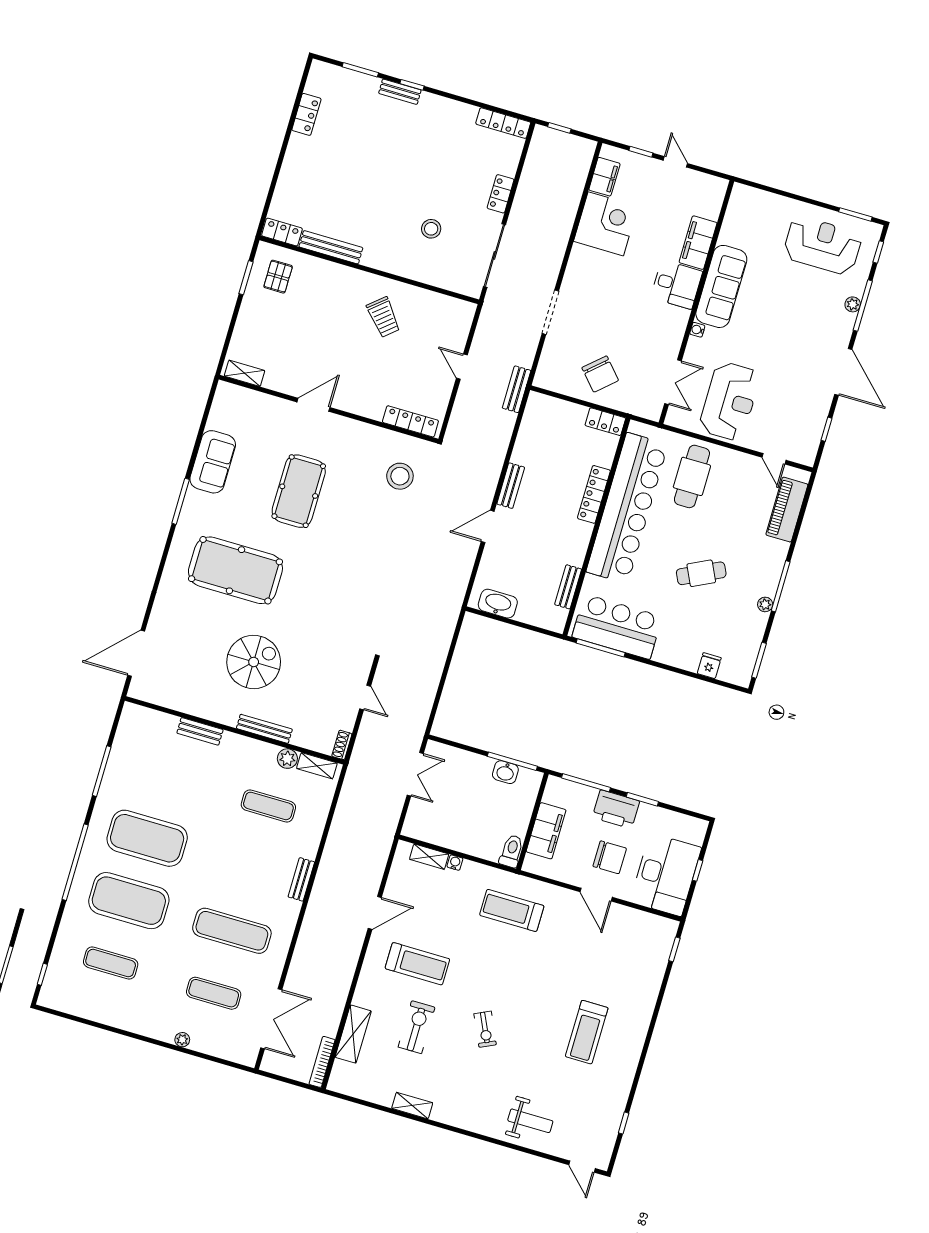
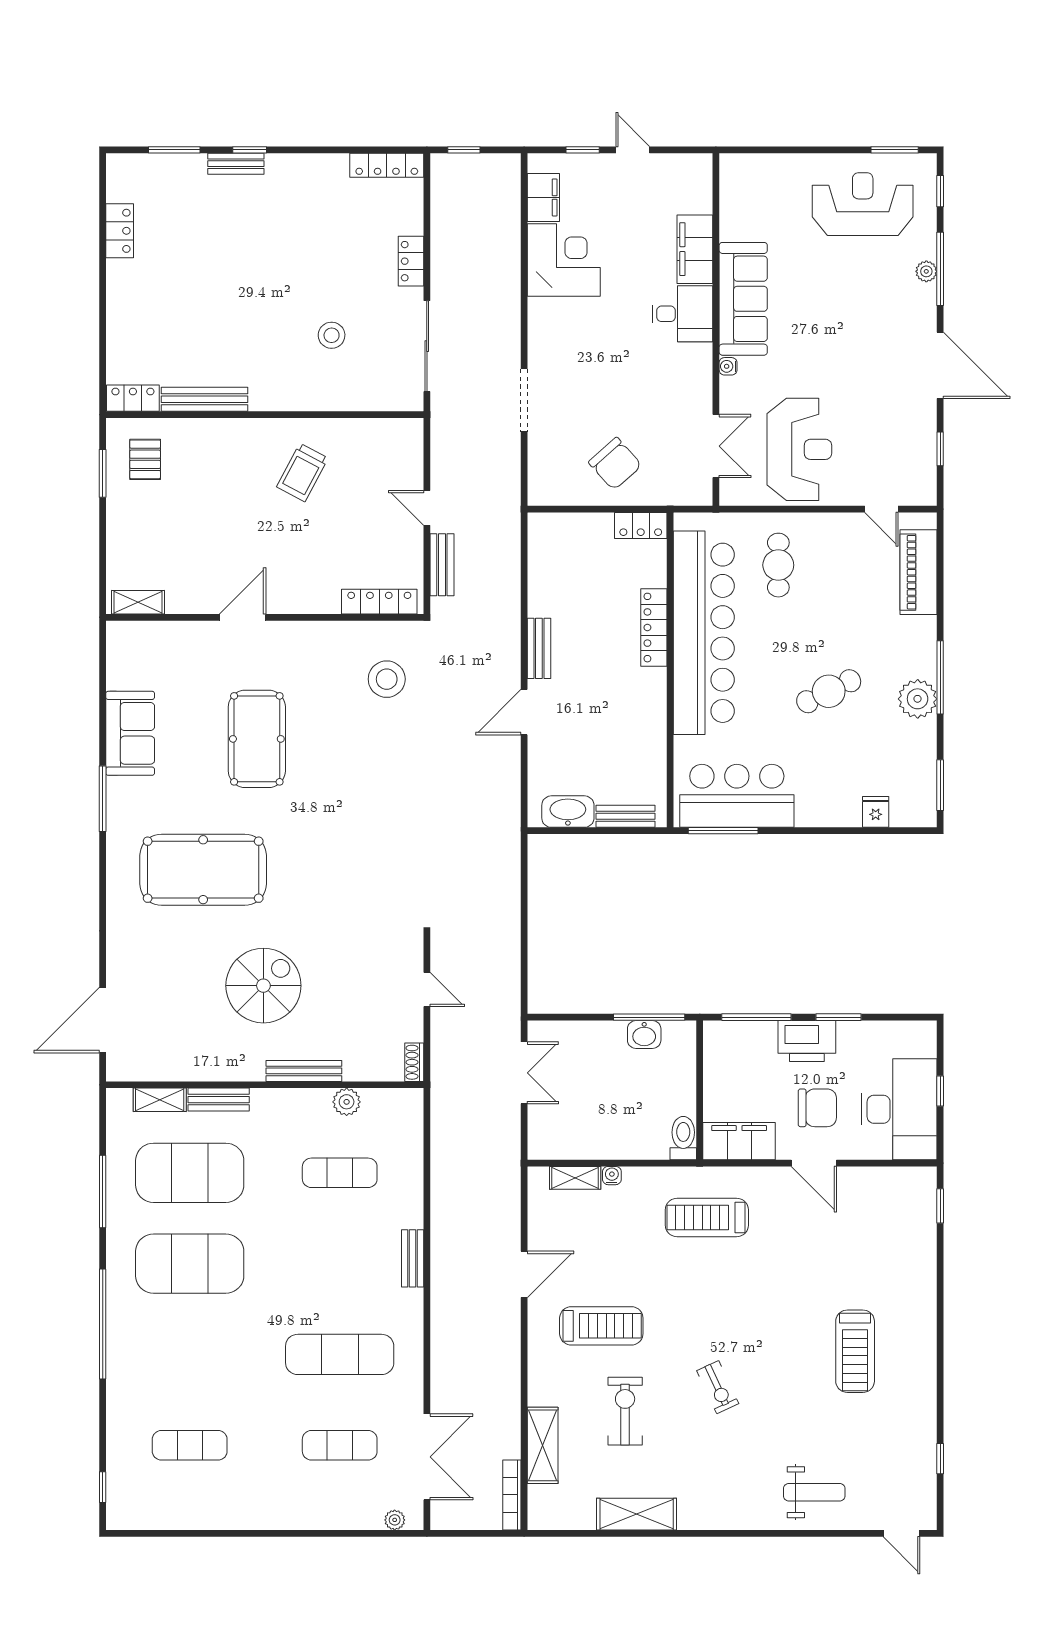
trolley: (384, 317) -> (302, 472), turned 68
bench: (517, 389) -> (442, 565), moved
cafe table: (692, 476) -> (778, 565), width x0.73, depth x0.74
bench: (568, 587) -> (625, 816), moved, turned 90
plant: (765, 604) -> (918, 699), width x1.87, depth x1.87
shelving: (317, 766) -> (160, 1100), moved
filing cabinet: (546, 831) -> (739, 1141), moved, turned -90
exercise mat: (129, 901) -> (190, 1173), moved
plant: (182, 1040) -> (395, 1520), moved
shelving: (412, 1106) -> (637, 1514), width x1.50, depth x1.33

